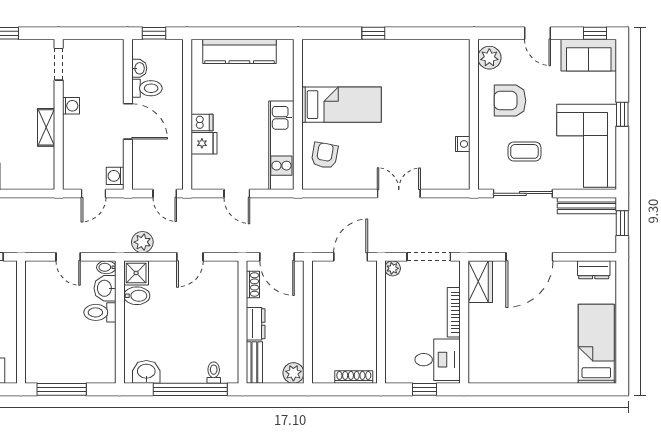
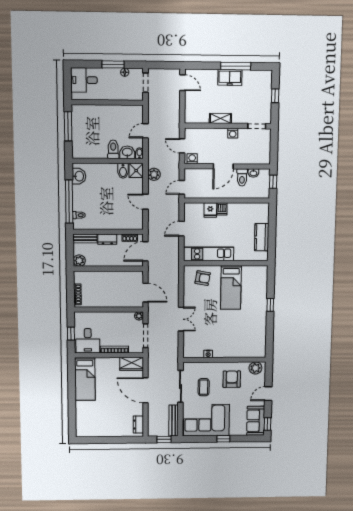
kitchen counter: (239, 51) -> (262, 237), width x0.67
bed: (596, 344) -> (85, 379), moved, turned 90

